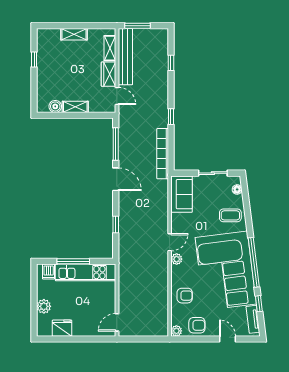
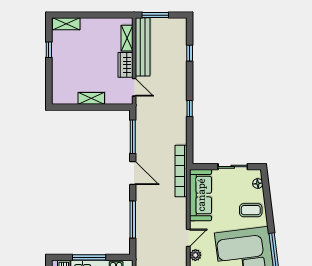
shelving: (74, 34) -> (66, 24), moved
boiler: (55, 106) -> (71, 98), removed
bookcase: (163, 154) -> (181, 171), moved
sofa: (182, 194) -> (201, 195), width x1.36
window: (116, 224) -> (133, 219), width x2.17

